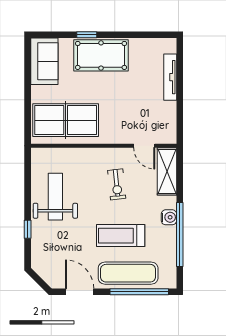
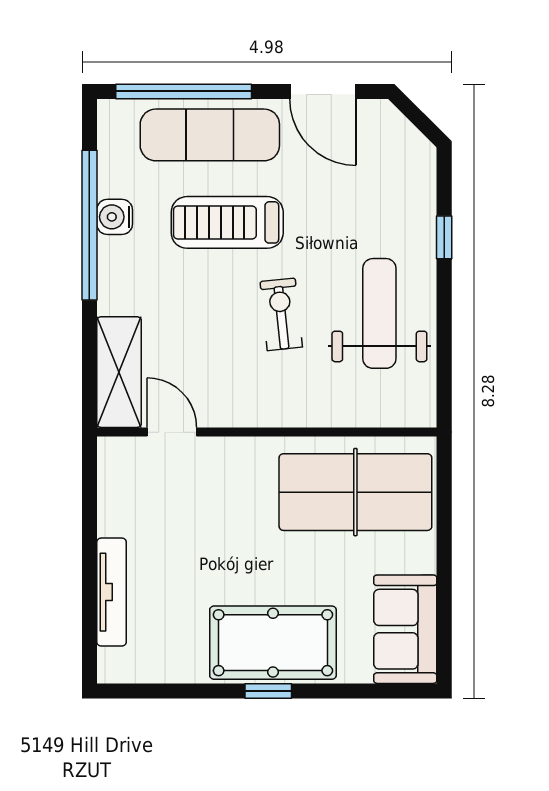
window: (87, 35) -> (268, 691), moved
exercise bike: (117, 184) -> (281, 314), moved
weight bench: (55, 197) -> (379, 313), turned 180
water cooler: (169, 217) -> (115, 217), moved
treadmill: (121, 236) -> (227, 222), turned 180

